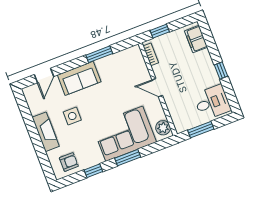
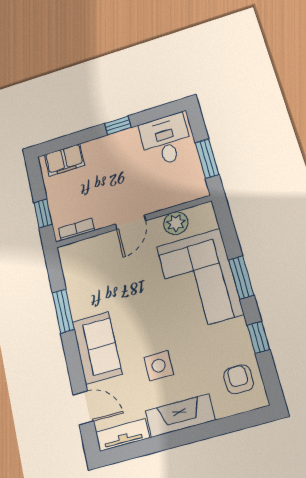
tv unit: (31, 100) -> (122, 435), added
plant: (163, 128) -> (176, 223), moved

